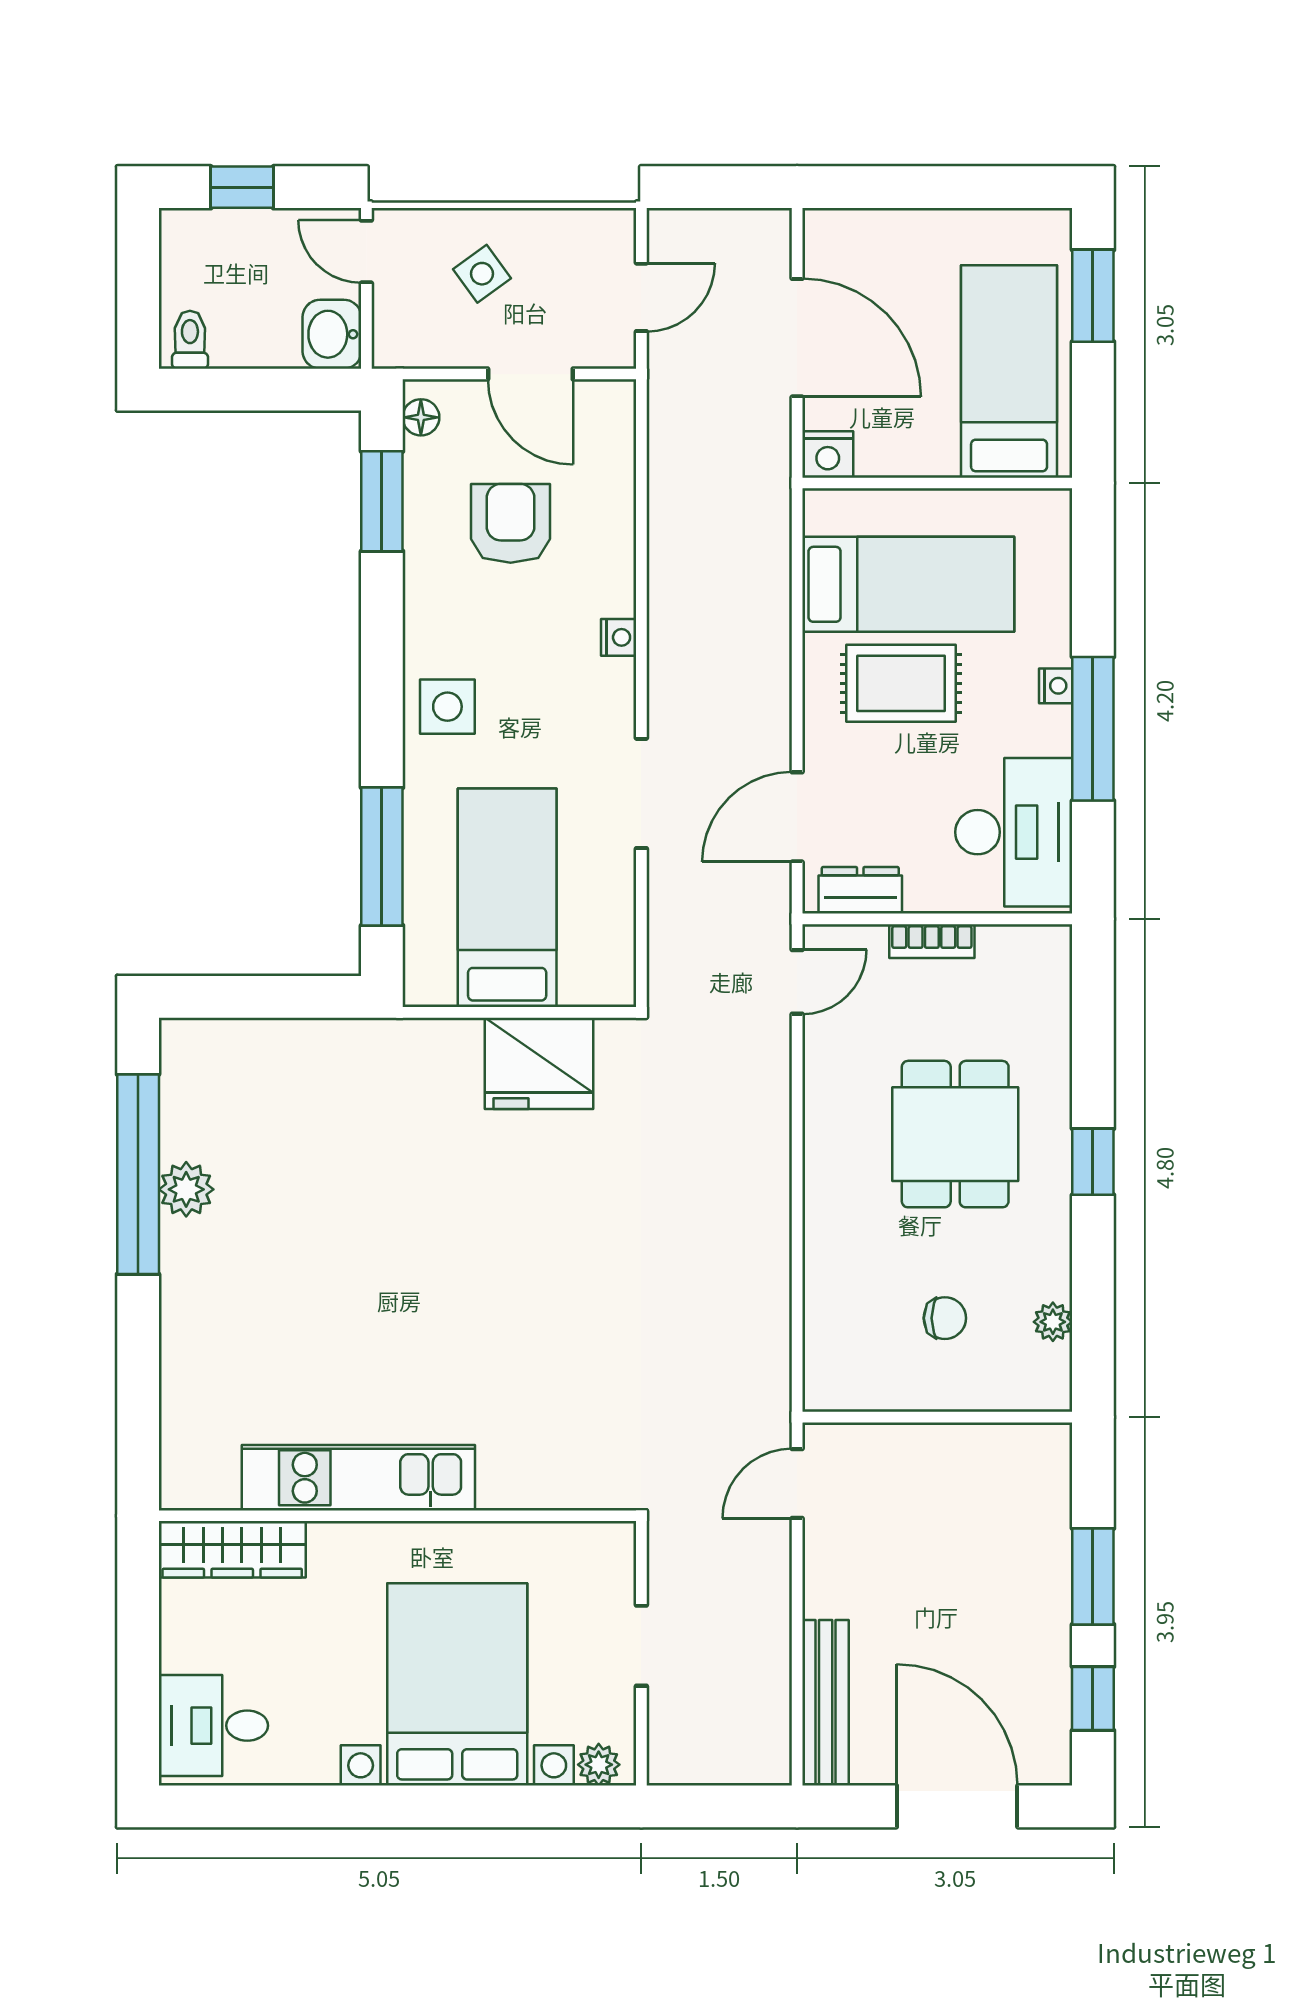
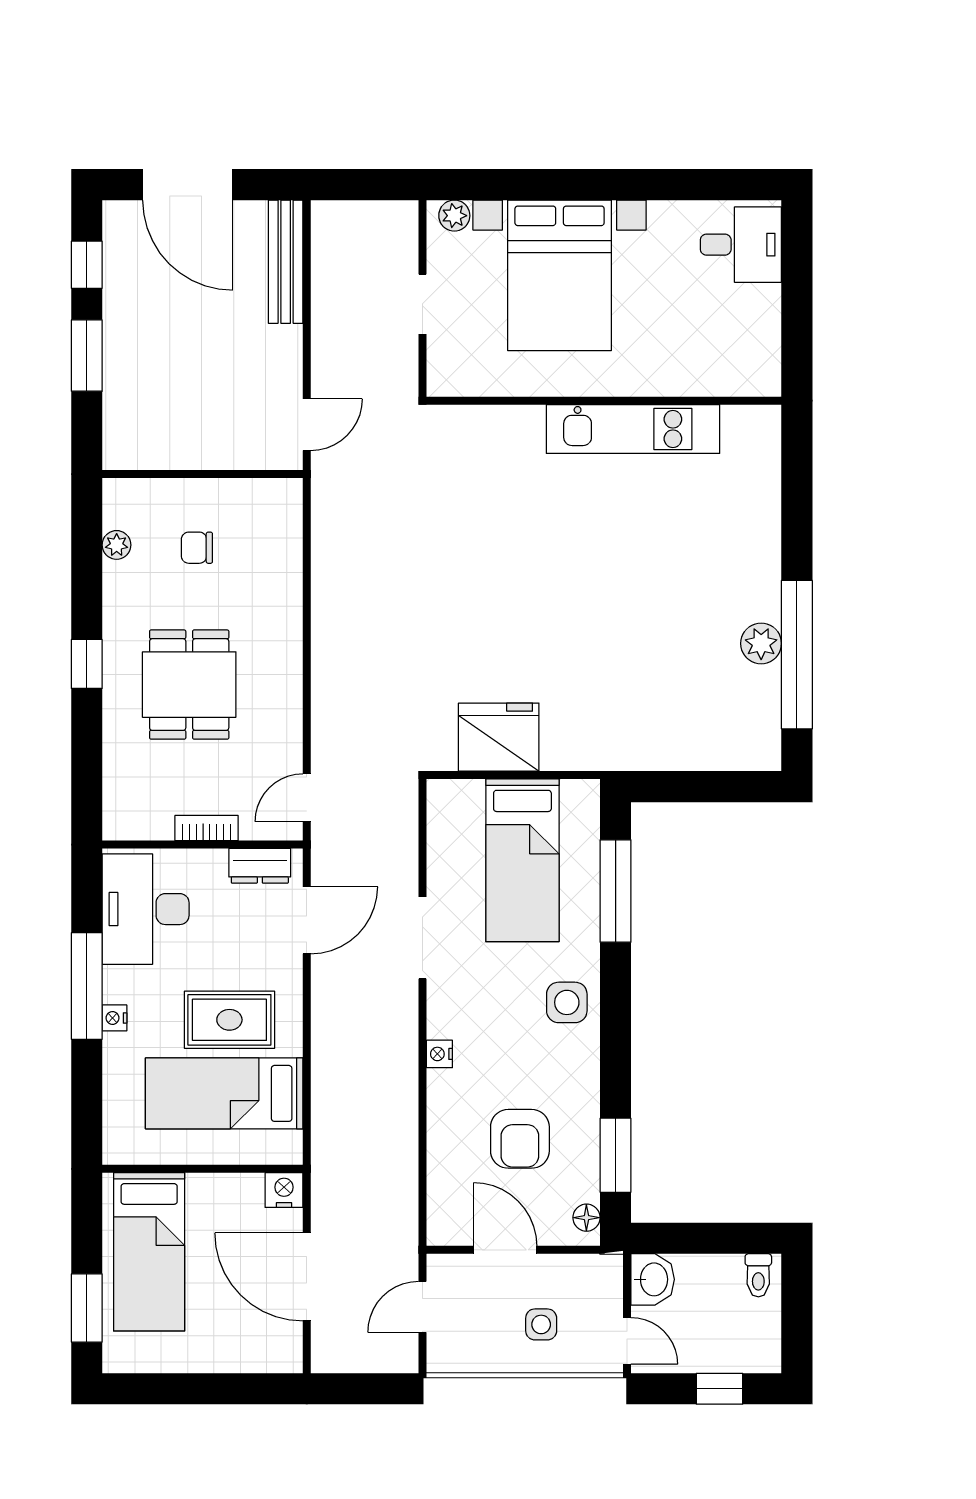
side table: (482, 274) -> (541, 1324), turned 36
wardrobe: (232, 1549) -> (727, 376), removed

